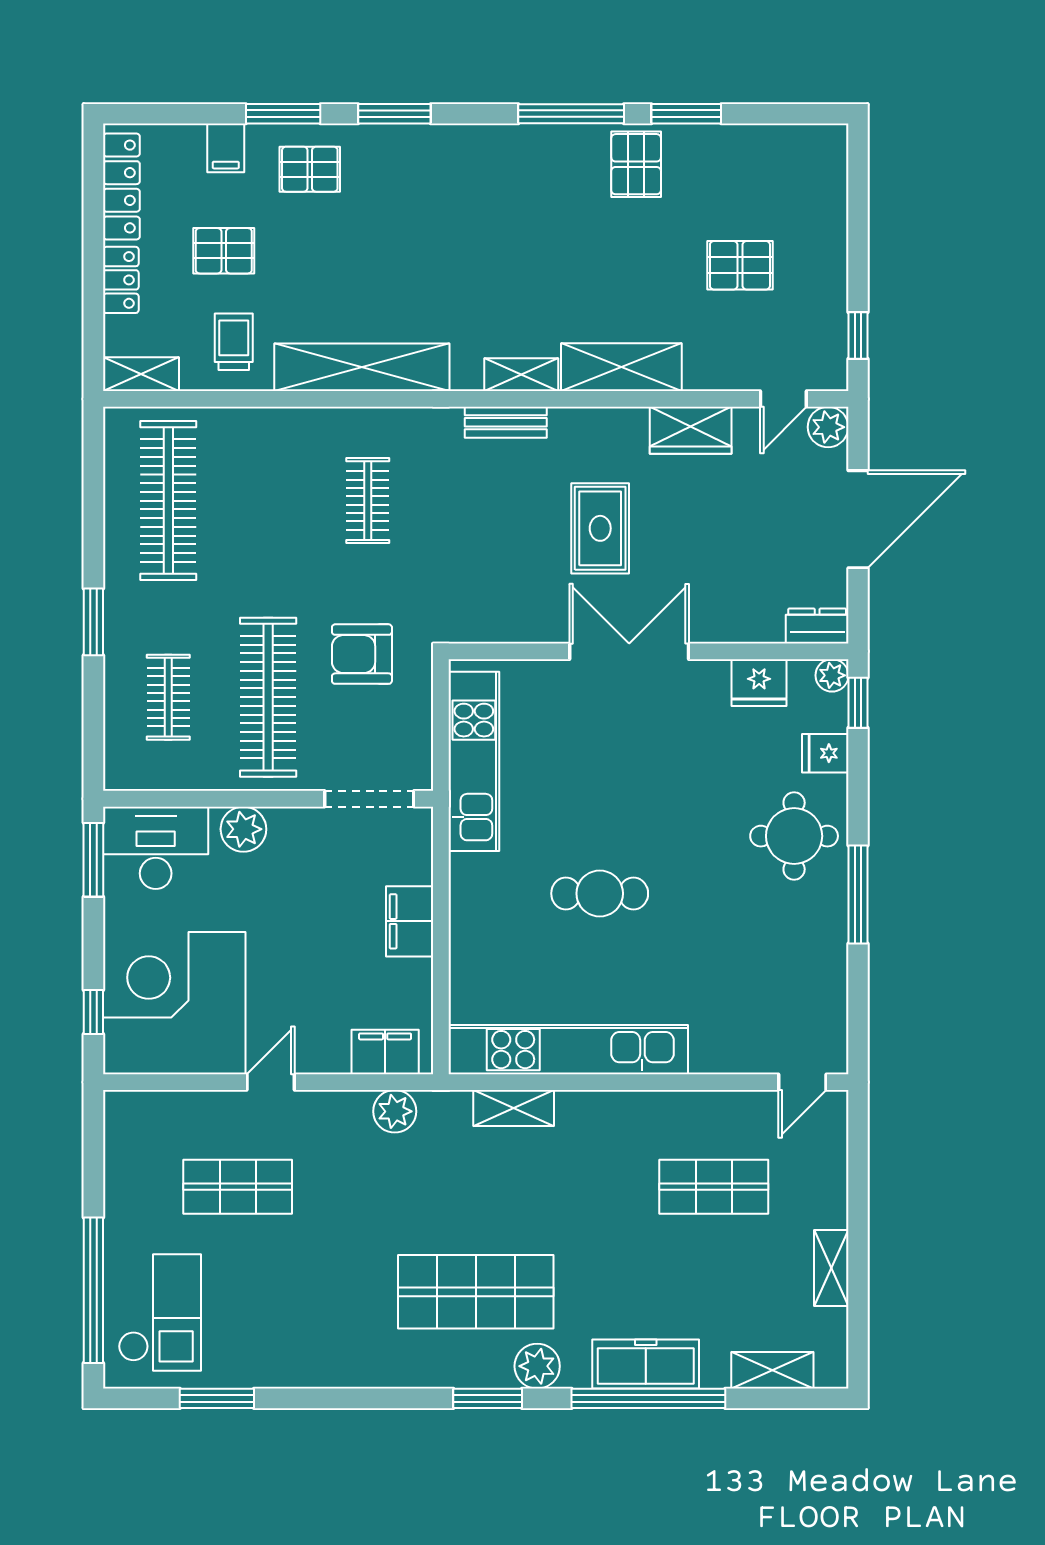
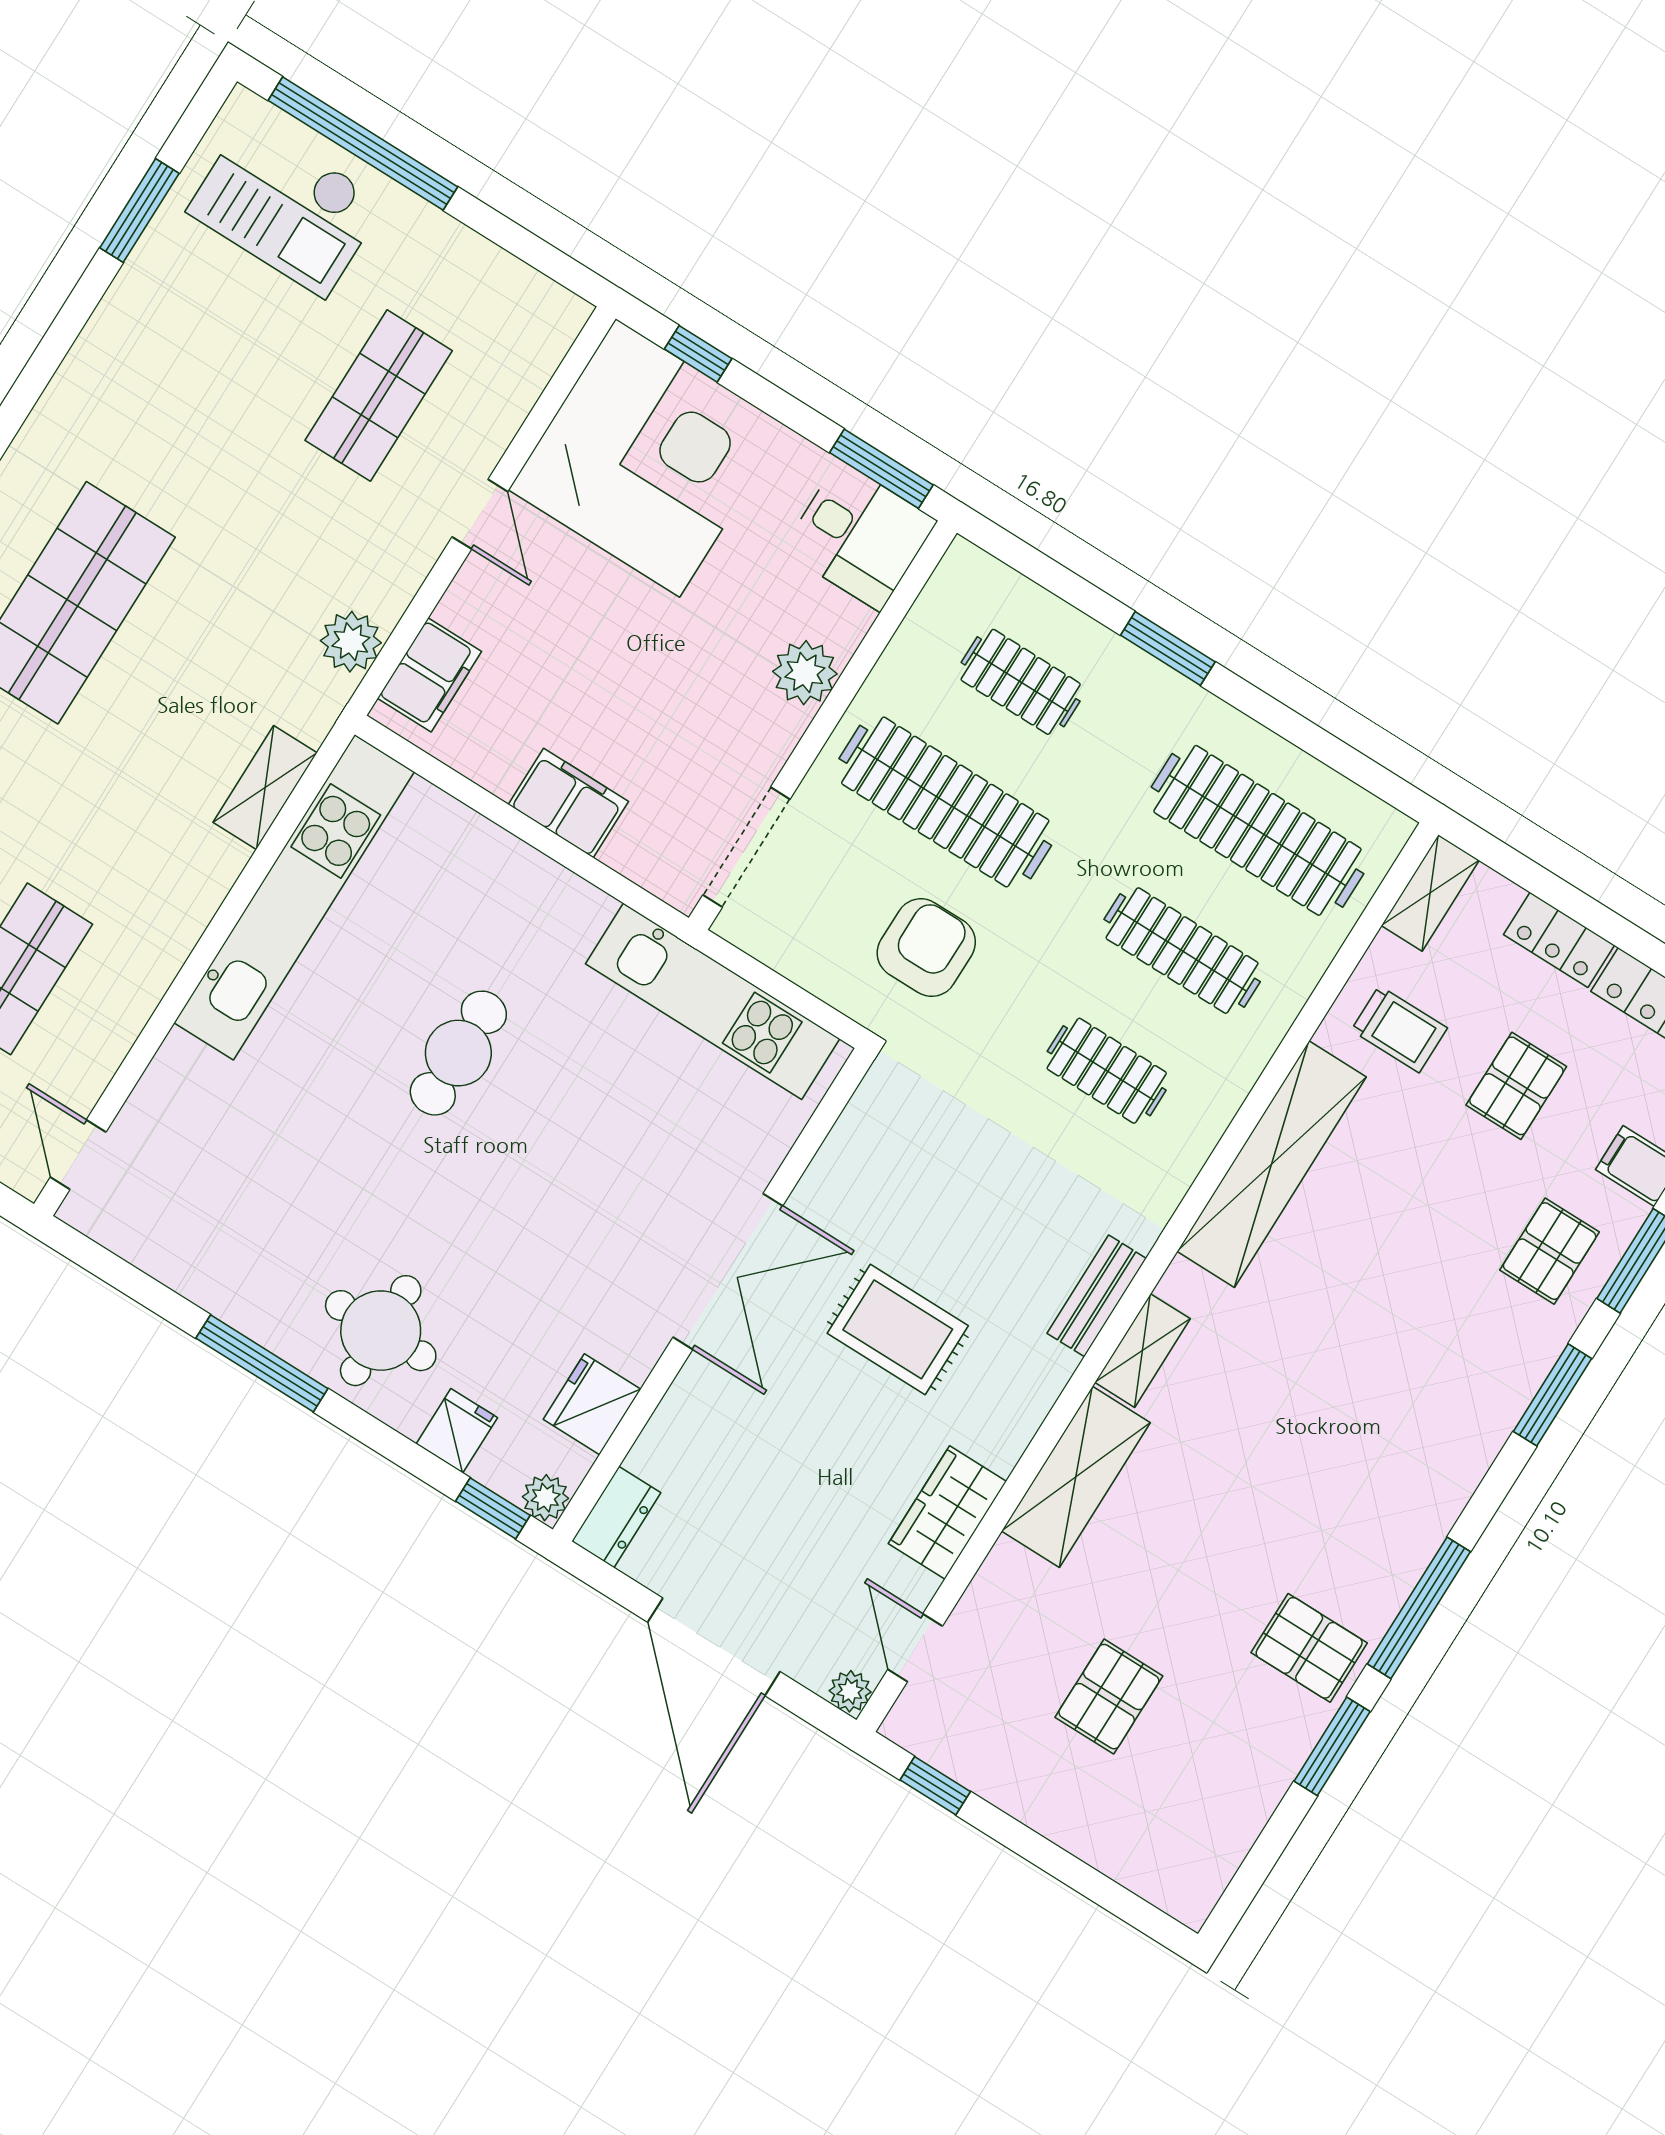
plant: (828, 427) -> (850, 1691), width x0.73, depth x0.73
clothes rail: (268, 501) -> (1182, 951), added
desk: (156, 848) -> (860, 536), width x0.73

